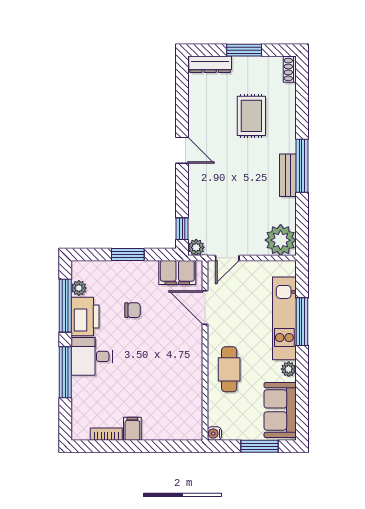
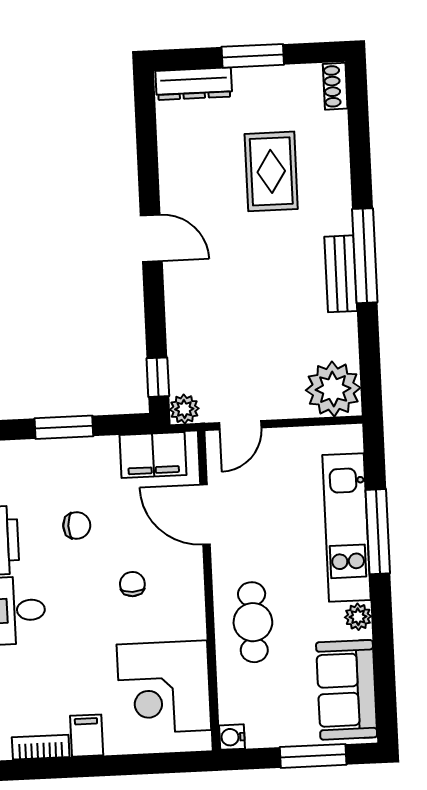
chair: (162, 345) -> (132, 584), added
corner desk: (177, 404) -> (164, 687), added

